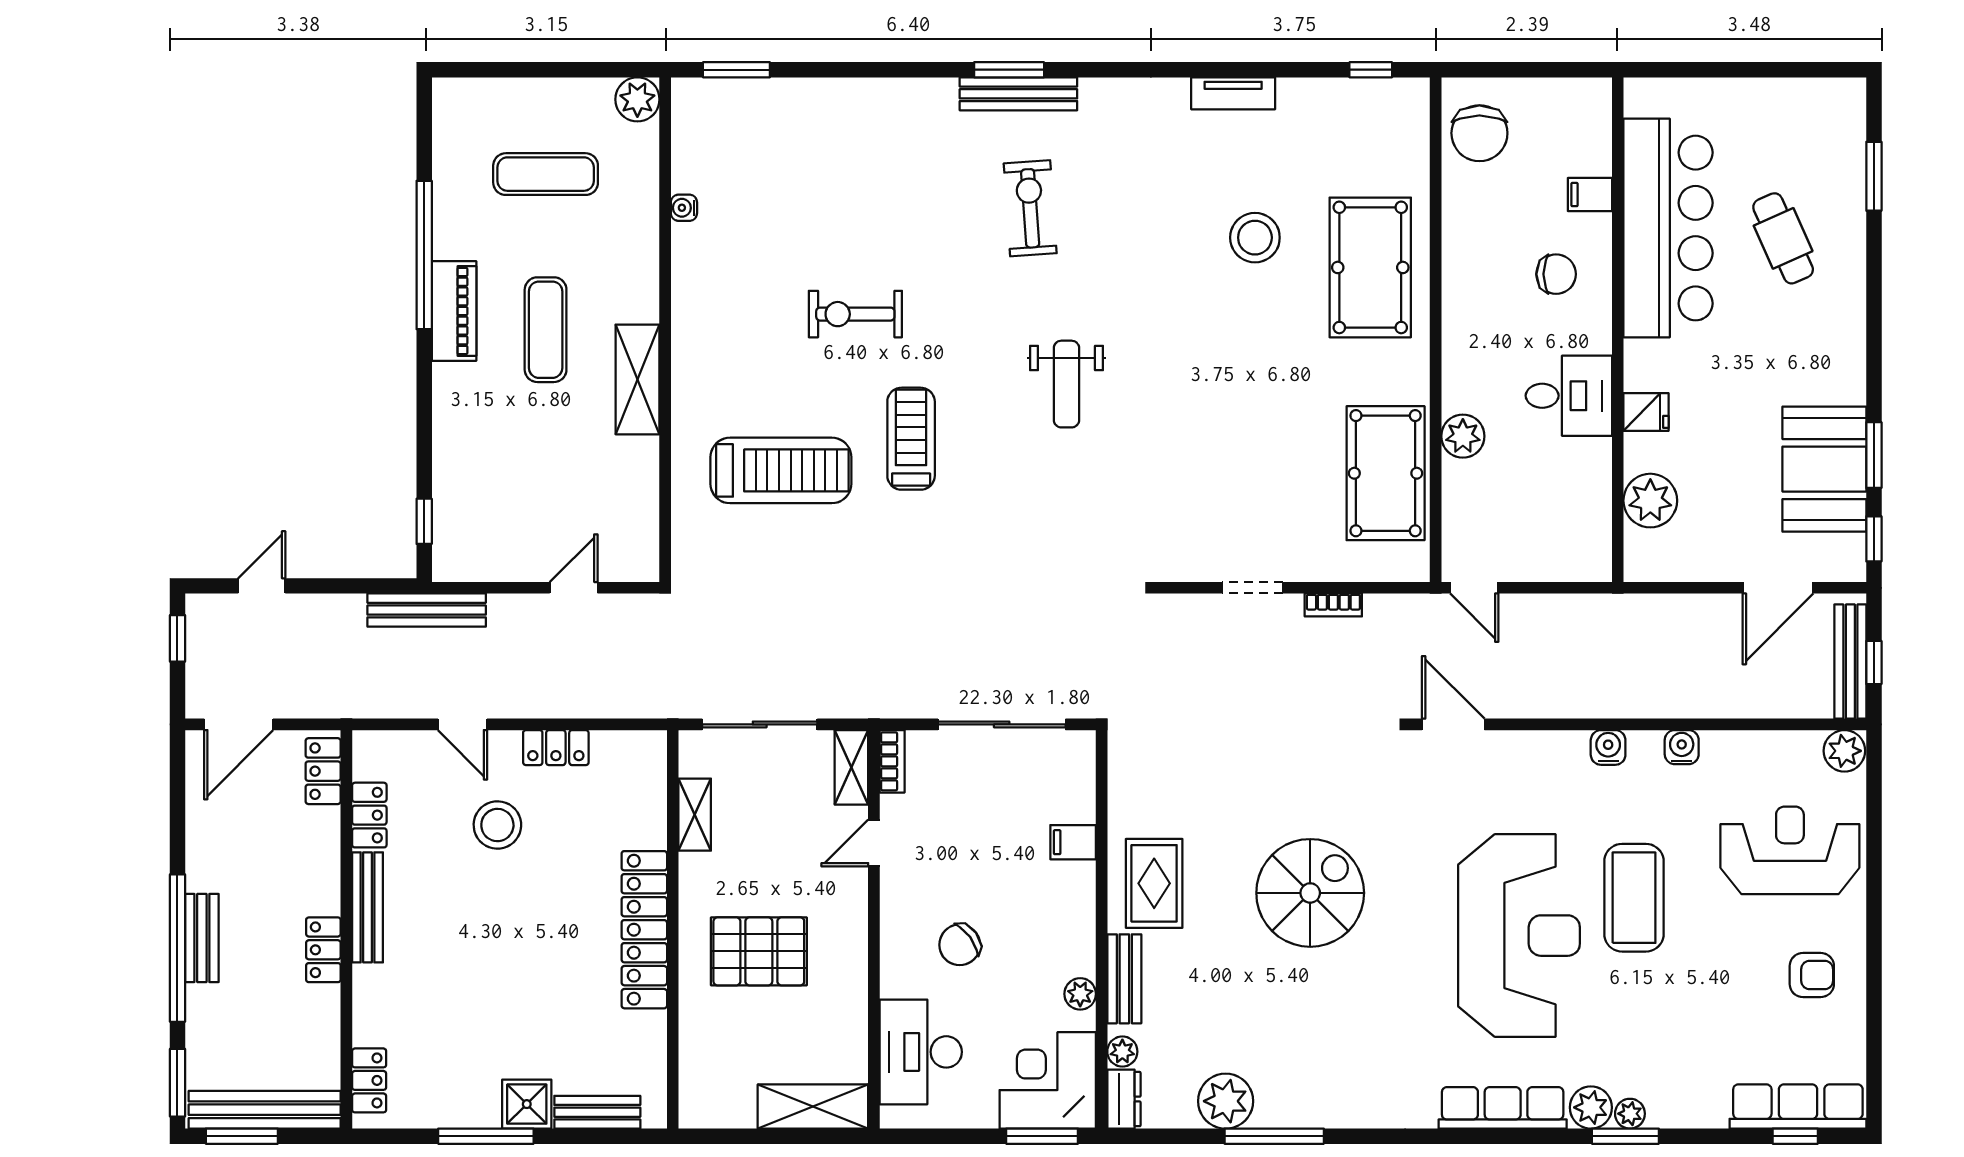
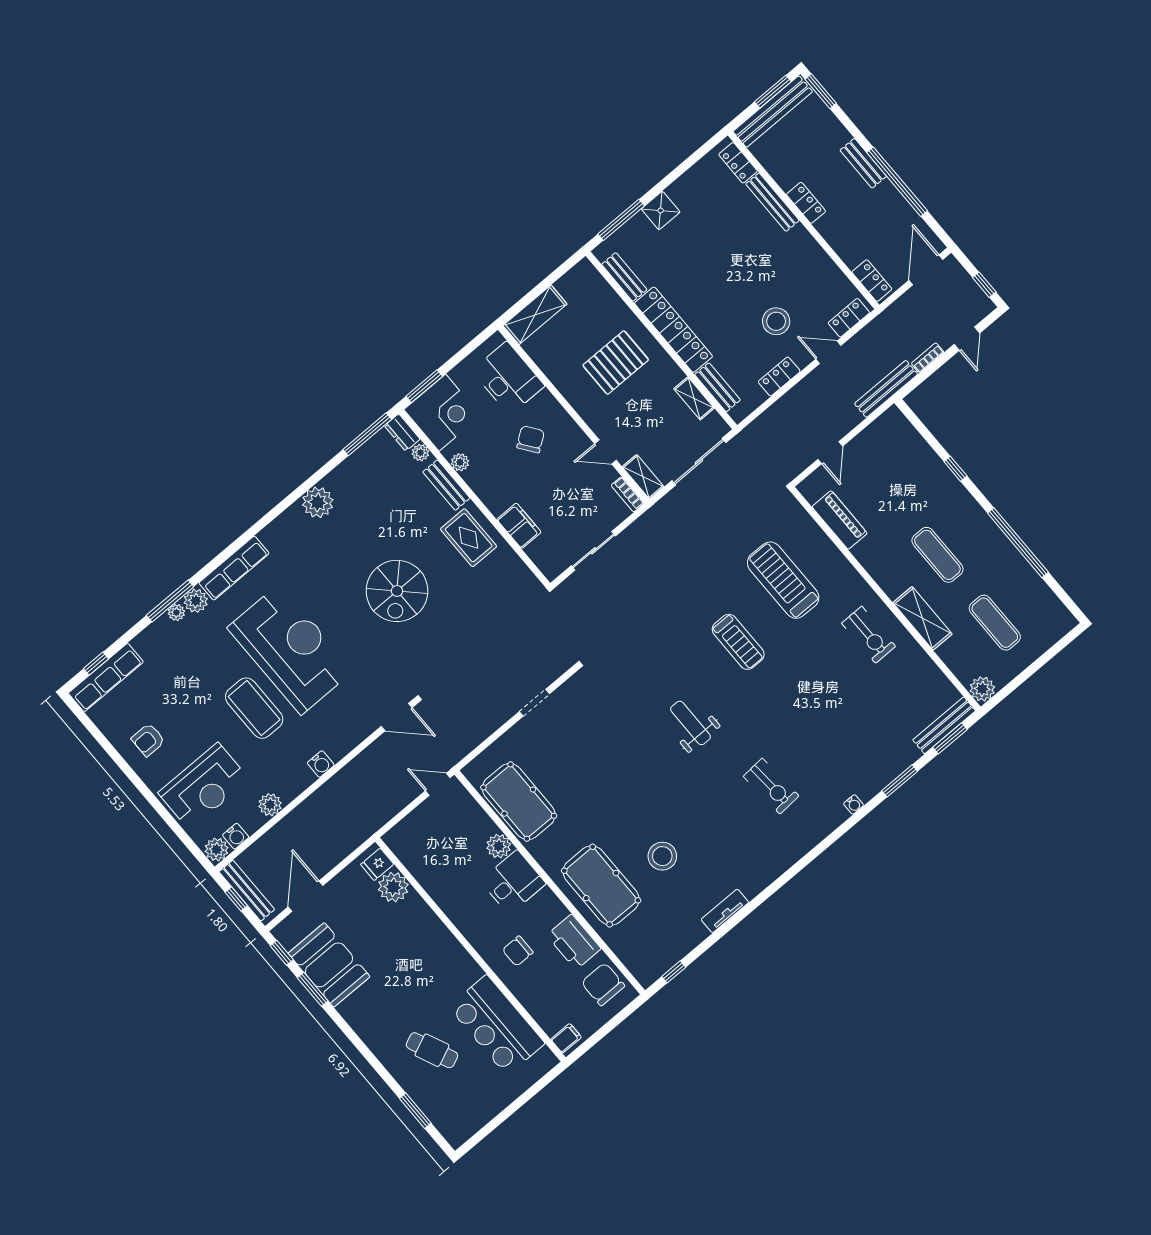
window: (1009, 70) -> (900, 781), moved
bench: (1018, 94) -> (944, 725), moved
exercise mat: (546, 174) -> (995, 623), turned 90
filing cabinet: (1590, 195) -> (566, 1038), moved
water cooler: (684, 208) -> (854, 804), moved, turned 90
printer: (1470, 223) -> (574, 942), added
bar counter: (1668, 228) -> (497, 1025), width x0.73
piano: (454, 311) -> (840, 520), moved, turned 180
exercise bike: (855, 314) -> (869, 635), moved, turned 90
shelving: (638, 379) -> (923, 618), moved
desk: (1569, 396) -> (513, 882), moved, turned 180
fridge: (1646, 412) -> (377, 864), moved
treadmill: (781, 470) -> (783, 580), turned 90
window: (424, 521) -> (955, 469), moved
bookcase: (1333, 605) -> (928, 358), moved
sliding door: (1002, 724) -> (593, 551), width x0.73
water cooler: (1682, 747) -> (236, 836), moved
plant: (1722, 750) -> (270, 805), added
bench: (651, 803) -> (718, 387), added
locker: (369, 815) -> (849, 318), moved, turned 90
filing cabinet: (1073, 842) -> (519, 526), width x2.00
door: (874, 843) -> (605, 452), swing flipped
bench: (367, 907) -> (773, 202), moved
reception desk: (1519, 936) -> (290, 649), turned 180
window: (177, 948) -> (897, 182), moved
plant: (1226, 1101) -> (318, 502), moved
bench: (597, 1112) -> (624, 277), moved, turned 90
window: (486, 1136) -> (621, 220), moved
window: (1274, 1136) -> (367, 434), moved
window: (1625, 1136) -> (170, 601), width x1.44

